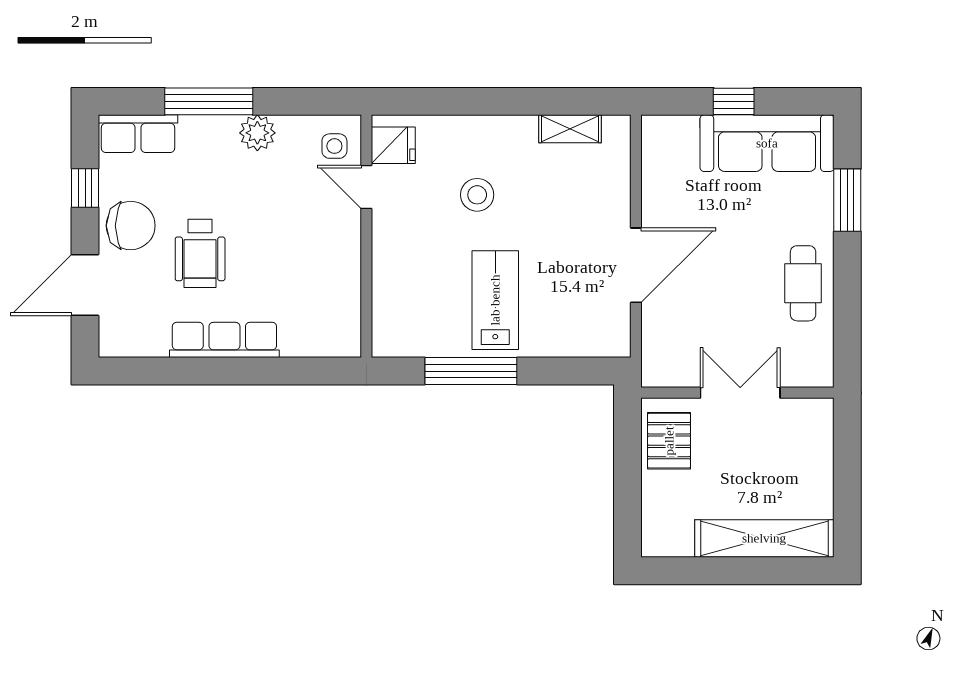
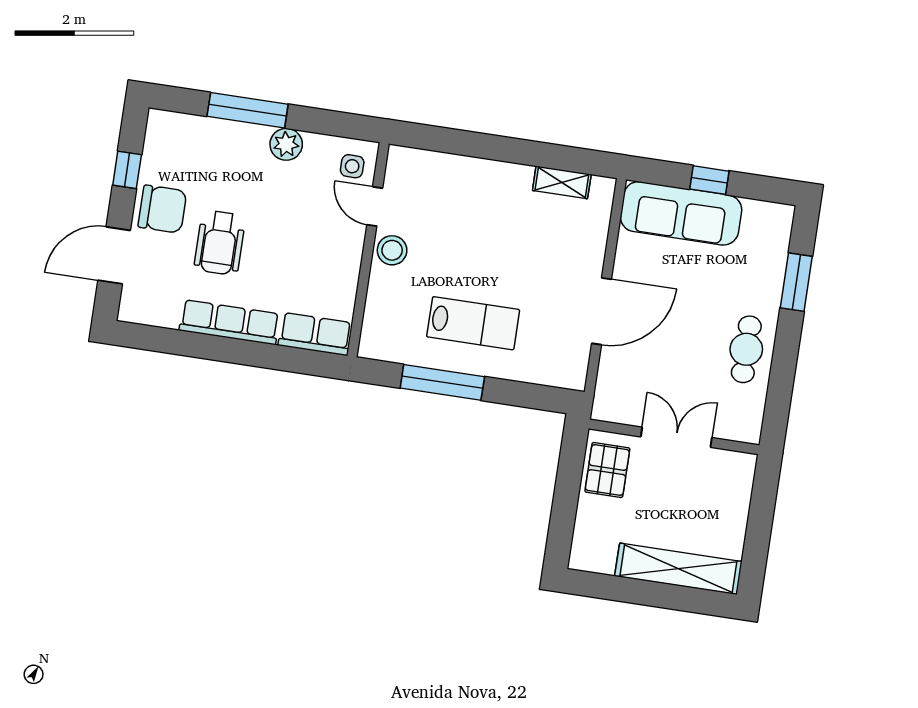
row of seats: (138, 134) -> (315, 334), moved, turned 180
sofa: (767, 143) -> (681, 213), moved
fridge: (393, 145) -> (404, 173), removed
stool: (477, 195) -> (392, 250), moved
lab bench: (495, 300) -> (473, 323), turned 90

